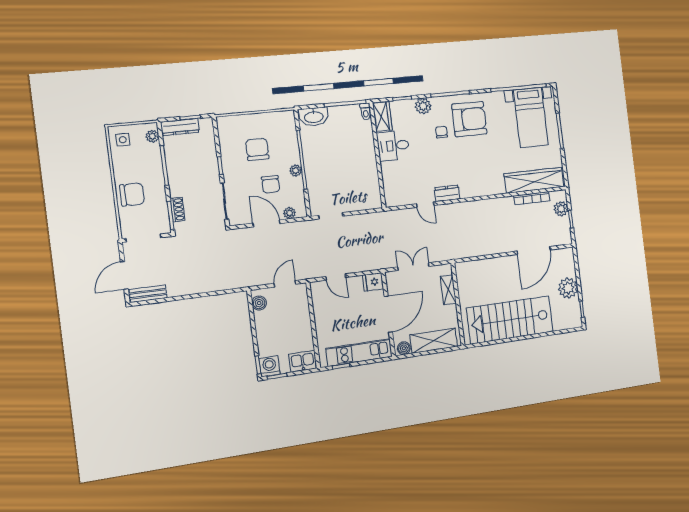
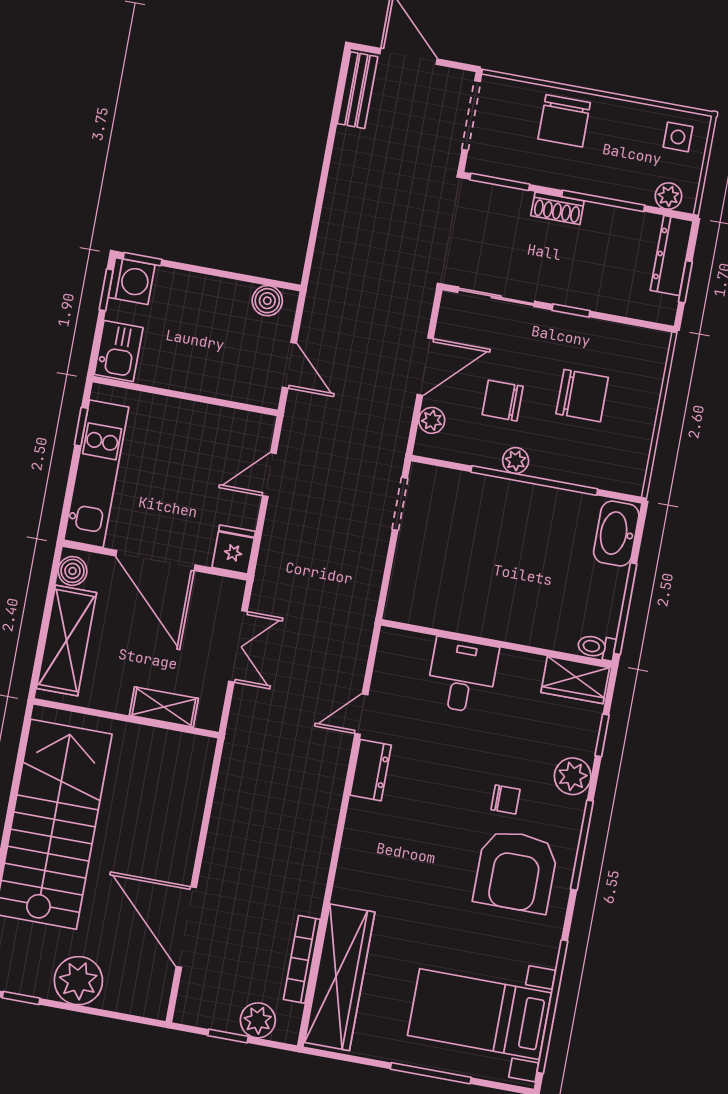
desk: (393, 146) -> (462, 676), moved
shoe rack: (178, 209) -> (557, 208), moved

